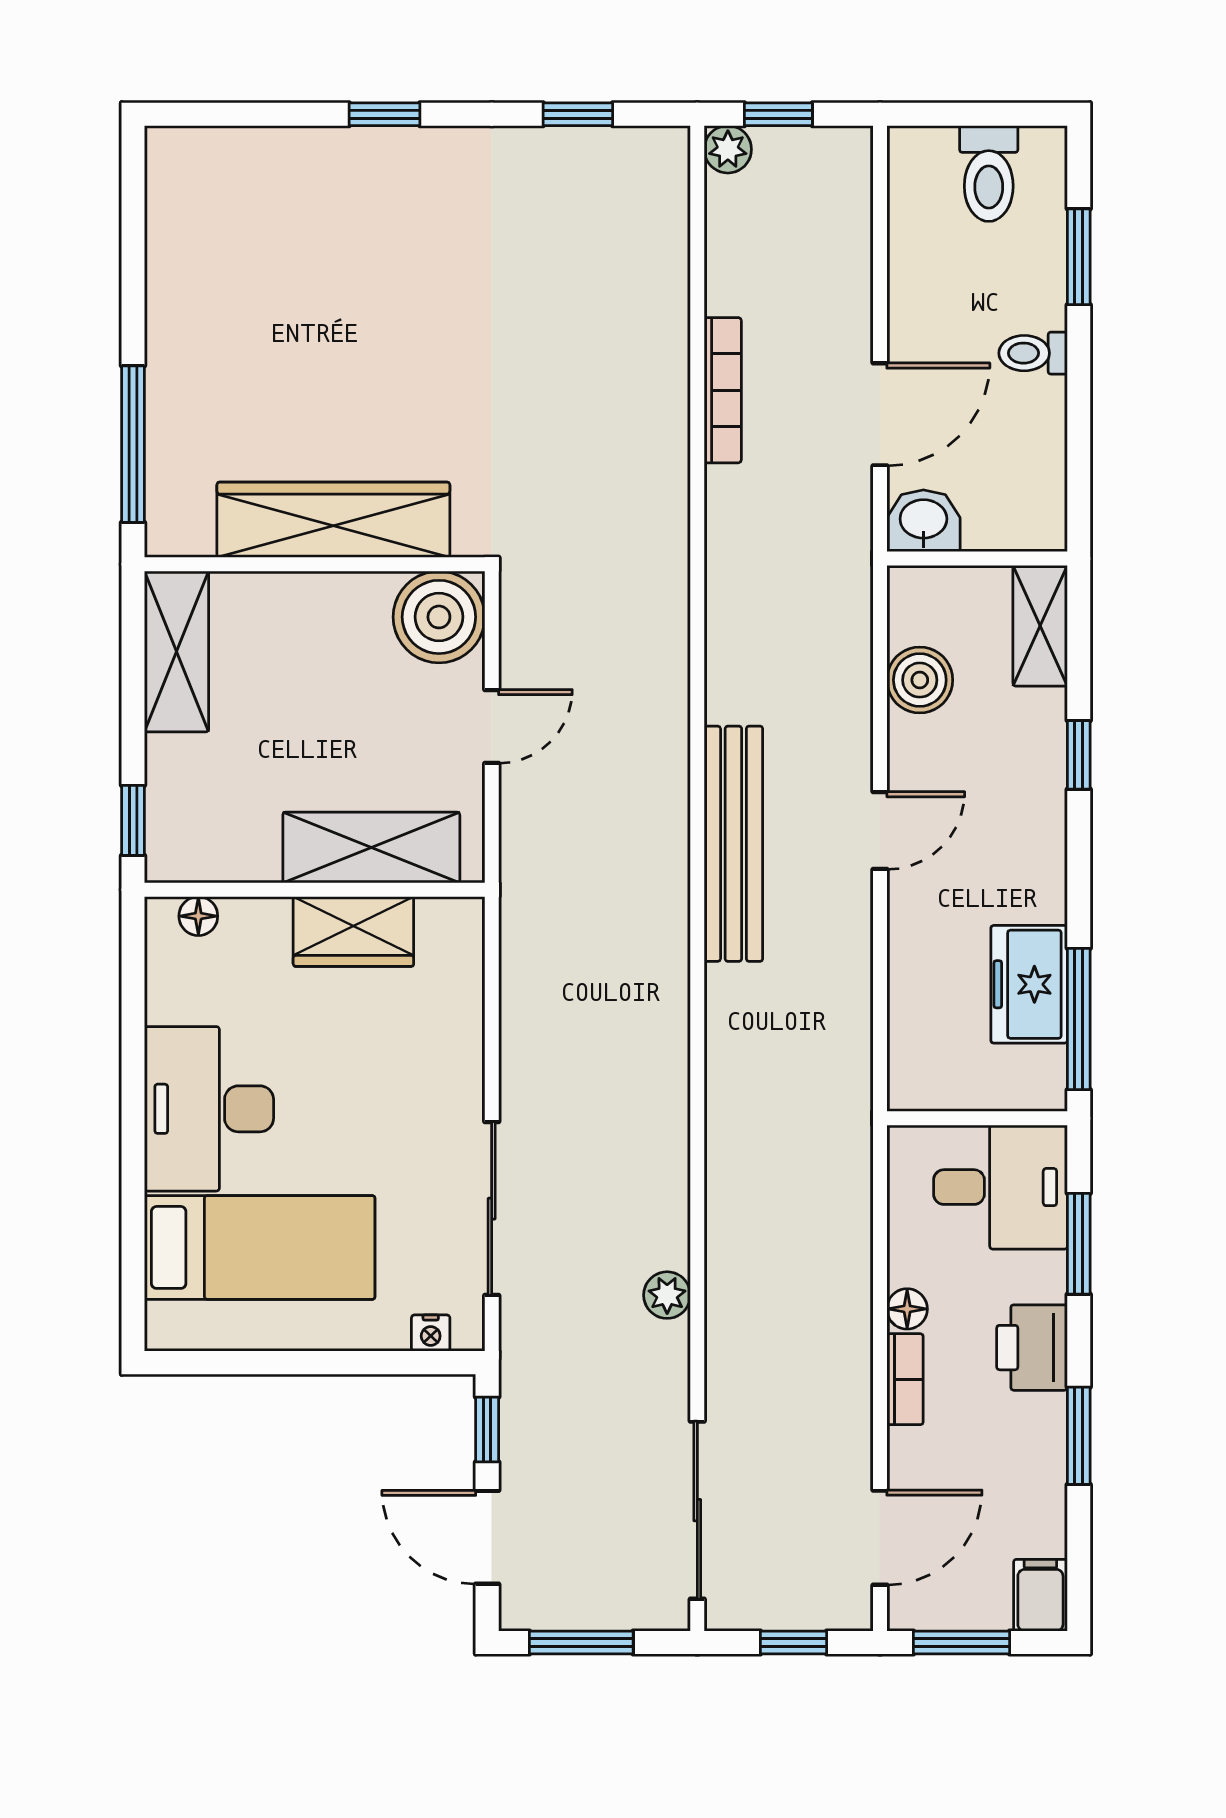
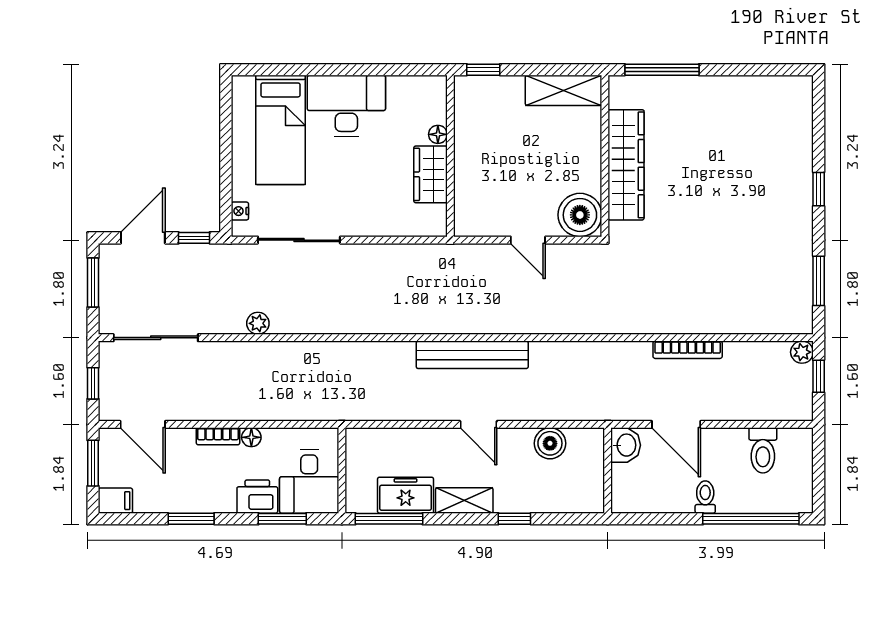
window: (578, 114) -> (819, 281), width x1.50
toilet: (989, 174) -> (763, 450), moved, turned -90
window: (1079, 257) -> (751, 519), width x2.11
shelving: (1040, 626) -> (464, 500), moved
shelving: (371, 848) -> (470, 183), removed
floor lamp: (198, 916) -> (438, 134), moved
printer: (1032, 1348) -> (257, 497), moved

